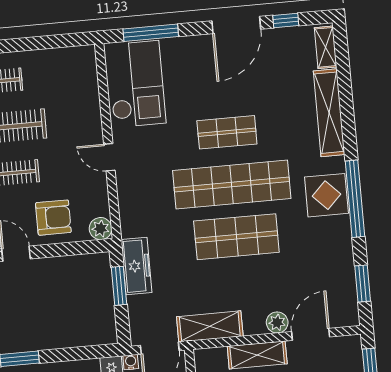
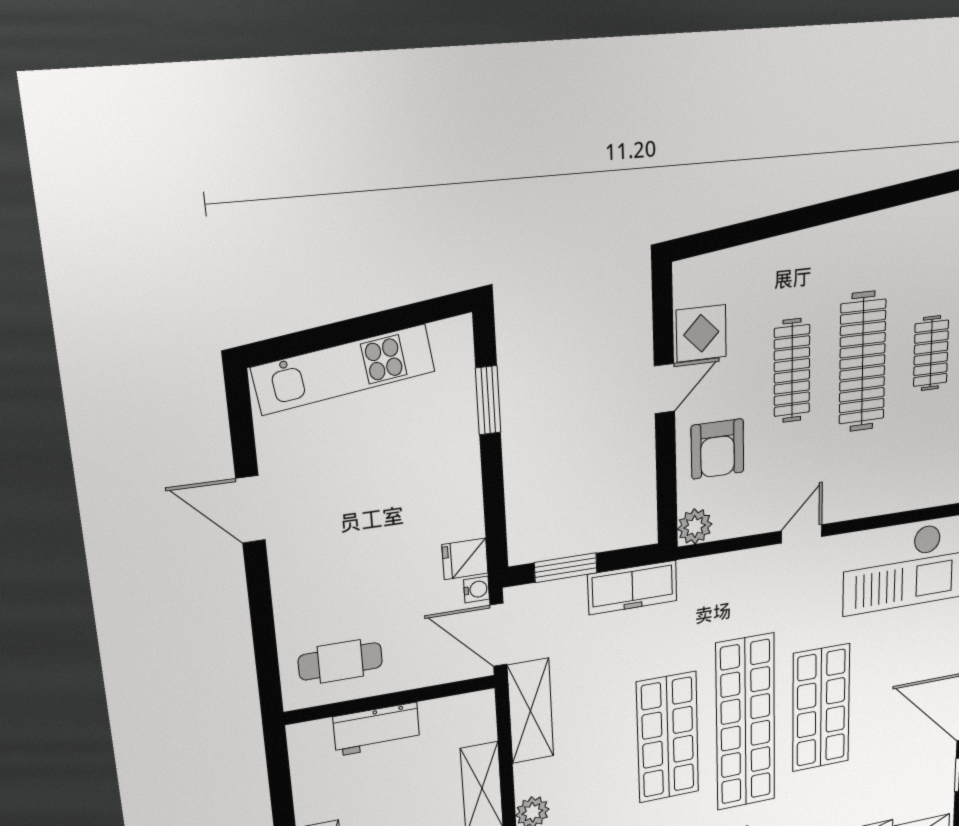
shop shelf: (227, 132) -> (821, 708), width x1.43, depth x1.36
window: (119, 286) -> (566, 568), moved

